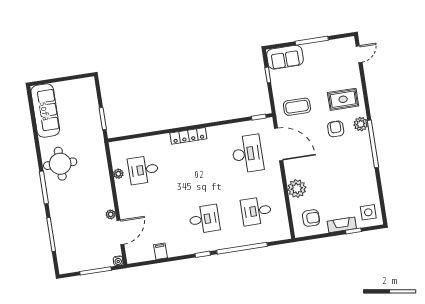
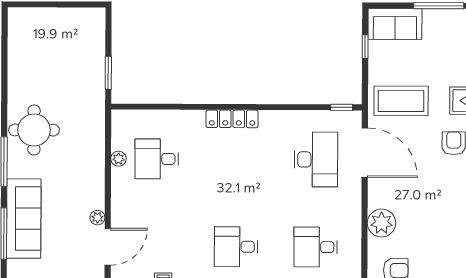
coffee table: (297, 107) -> (401, 101), width x1.36, depth x1.32
sofa: (45, 111) -> (24, 219), moved
desk: (204, 219) -> (236, 247), turned 180

